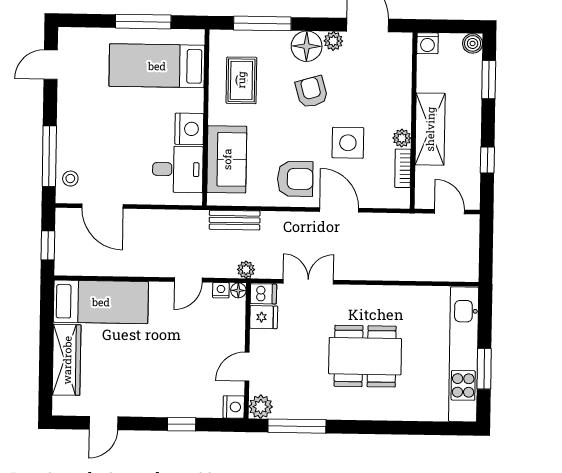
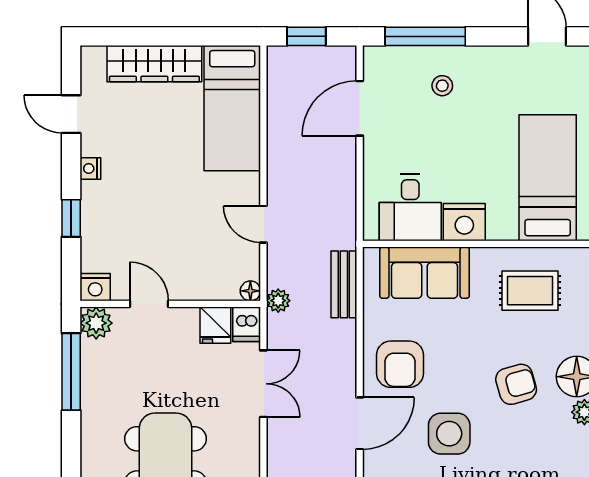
stool: (70, 179) -> (442, 86), moved
nightstand: (221, 290) -> (90, 169), moved, turned 180

